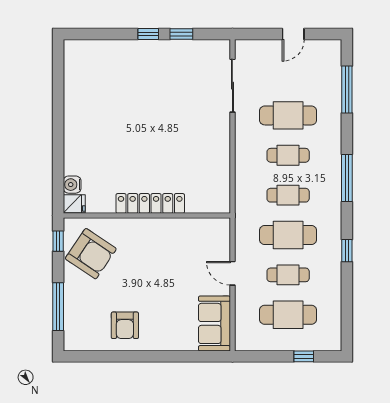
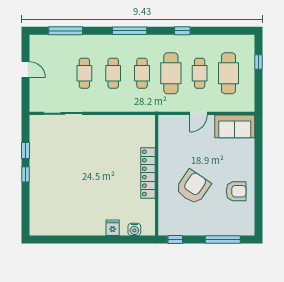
cafe table: (288, 115) -> (84, 73), width x0.73, depth x0.74
fridge: (74, 204) -> (113, 228), moved
armchair: (91, 254) -> (193, 187), moved

